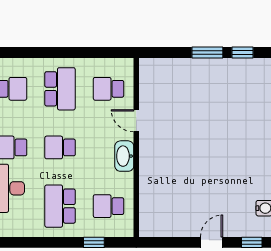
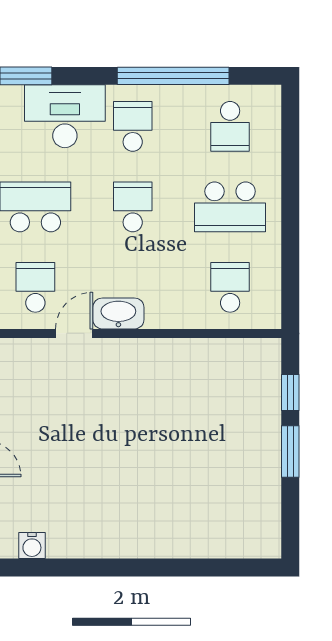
window: (243, 53) -> (290, 392), moved
door: (136, 121) -> (74, 333), moved

